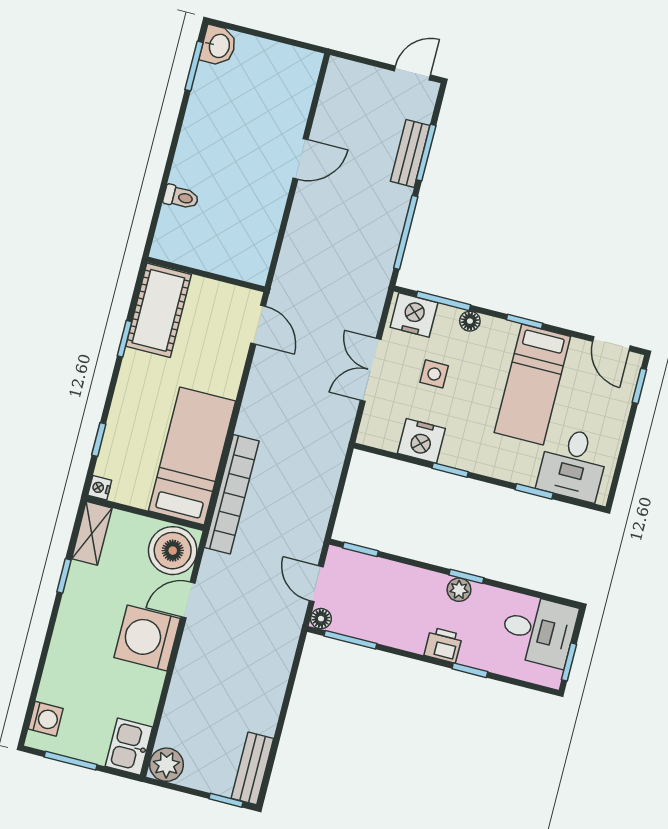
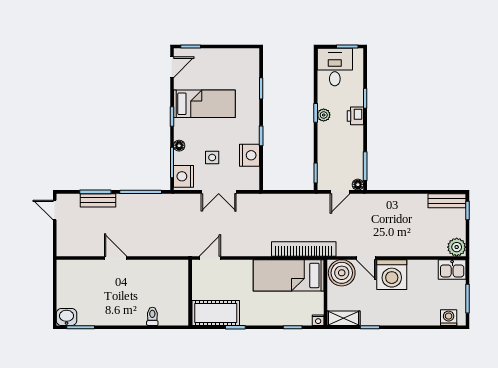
desk: (573, 464) -> (241, 71), removed

